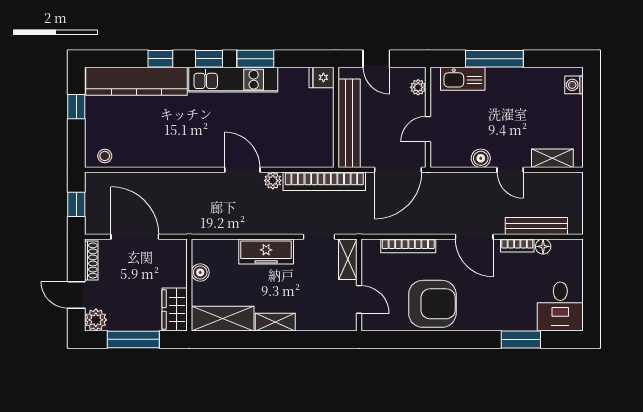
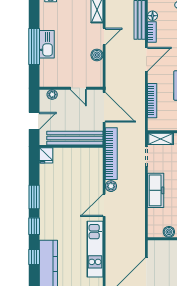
kitchen sink: (463, 79) -> (47, 44), moved
kitchen unit: (233, 80) -> (95, 249), moved, turned 180

